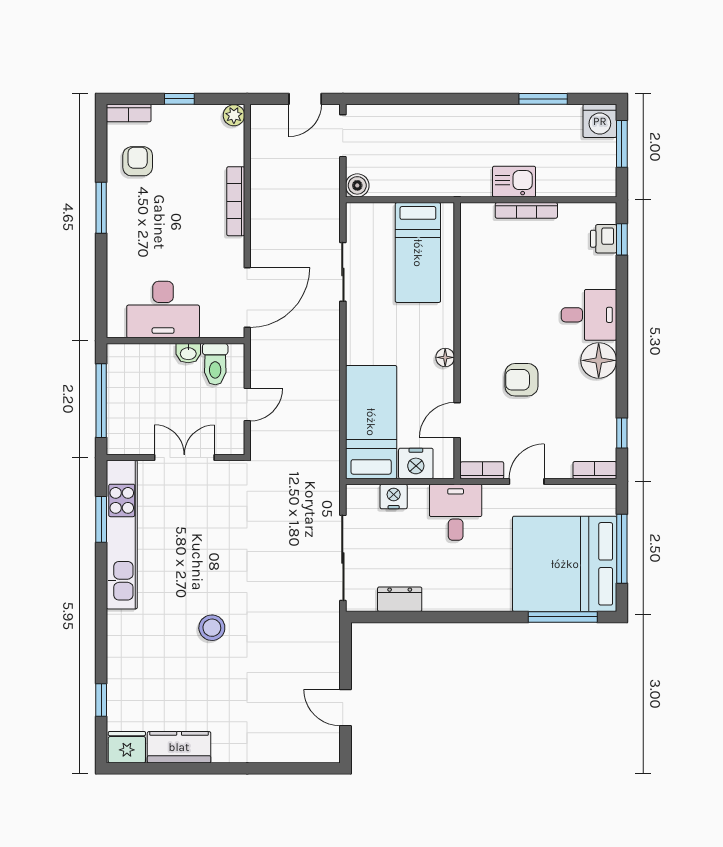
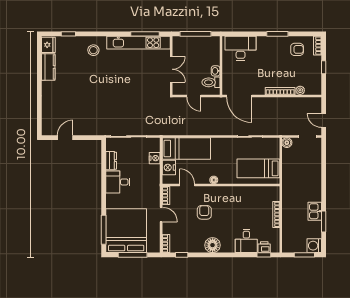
plant: (234, 115) -> (300, 90), moved
kitchen sink: (514, 182) -> (315, 211), moved, turned 180
desk: (163, 309) -> (241, 48), moved, turned 90
desk: (589, 315) -> (246, 241), moved
desk: (456, 512) -> (118, 182), moved, turned 180
window: (101, 519) -> (145, 34), width x1.44
stool: (212, 628) -> (93, 50), moved

